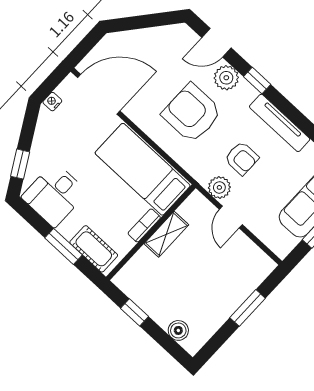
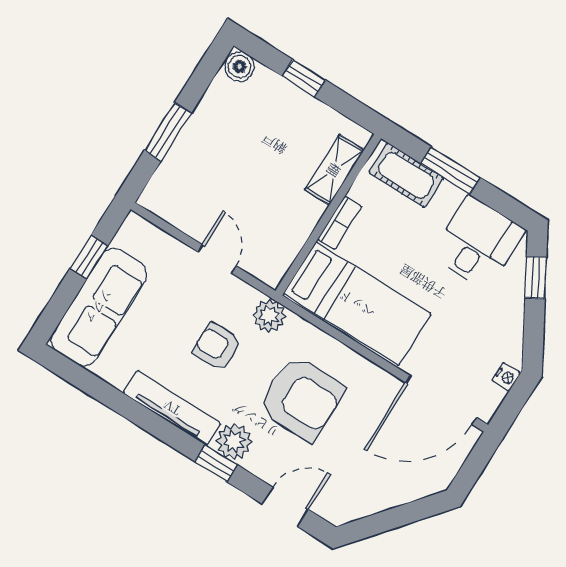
plant: (226, 78) -> (234, 442), moved
plant: (219, 187) -> (269, 316), moved
shelving: (166, 234) -> (334, 170), moved
window: (135, 312) -> (304, 78), moved
boiler: (178, 330) -> (240, 66), moved

